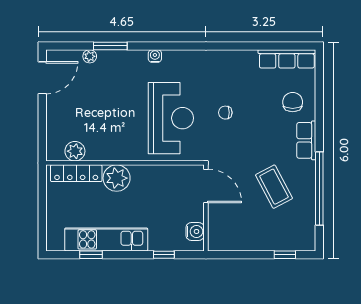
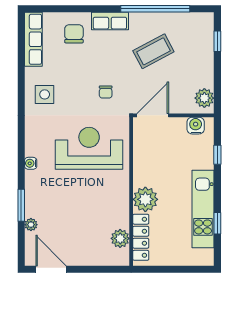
side table: (228, 71) -> (45, 94), added
chair: (293, 102) -> (74, 34), turned 90
chair: (225, 113) -> (106, 92), moved
plant: (224, 241) -> (204, 98), added

